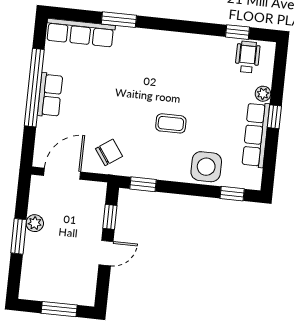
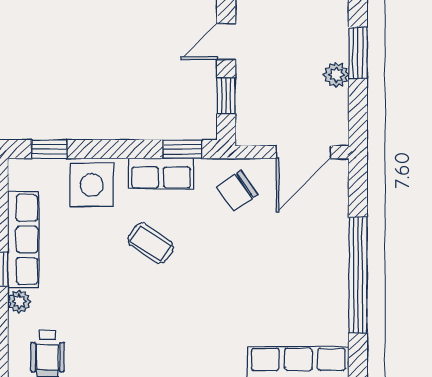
row of seats: (50, 95) -> (161, 174), moved, turned -90
coffee table: (171, 123) -> (151, 243), turned 34

